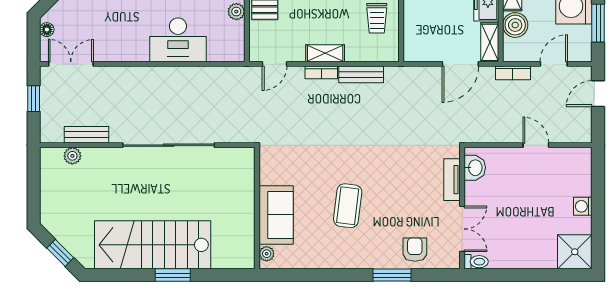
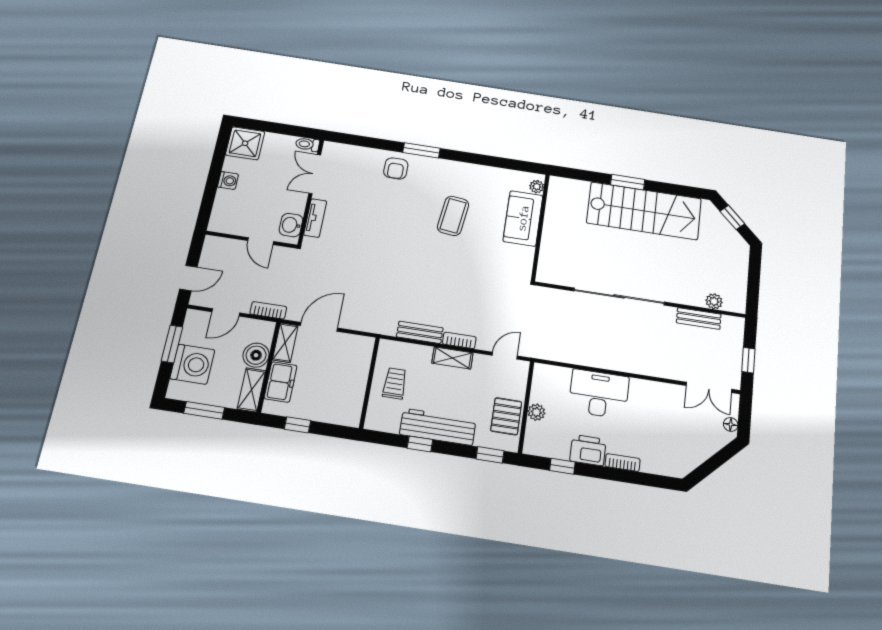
washbasin: (475, 168) -> (291, 225), moved
tv unit: (452, 180) -> (315, 218), moved
wall: (462, 208) -> (311, 192), moved
double door: (462, 229) -> (315, 174), moved
toilet: (476, 262) -> (307, 144), moved

